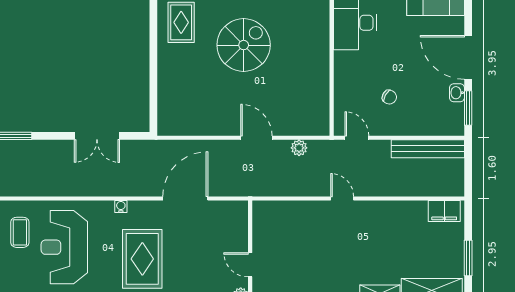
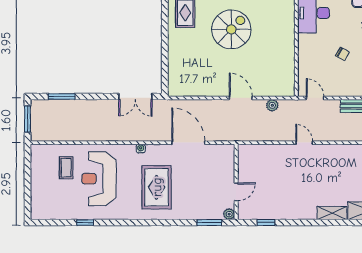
chair: (389, 97) -> (343, 54), moved
double door: (97, 136) -> (135, 97), moved
door: (185, 198) -> (188, 143), hinge flipped
door: (250, 265) -> (236, 192), swing flipped

